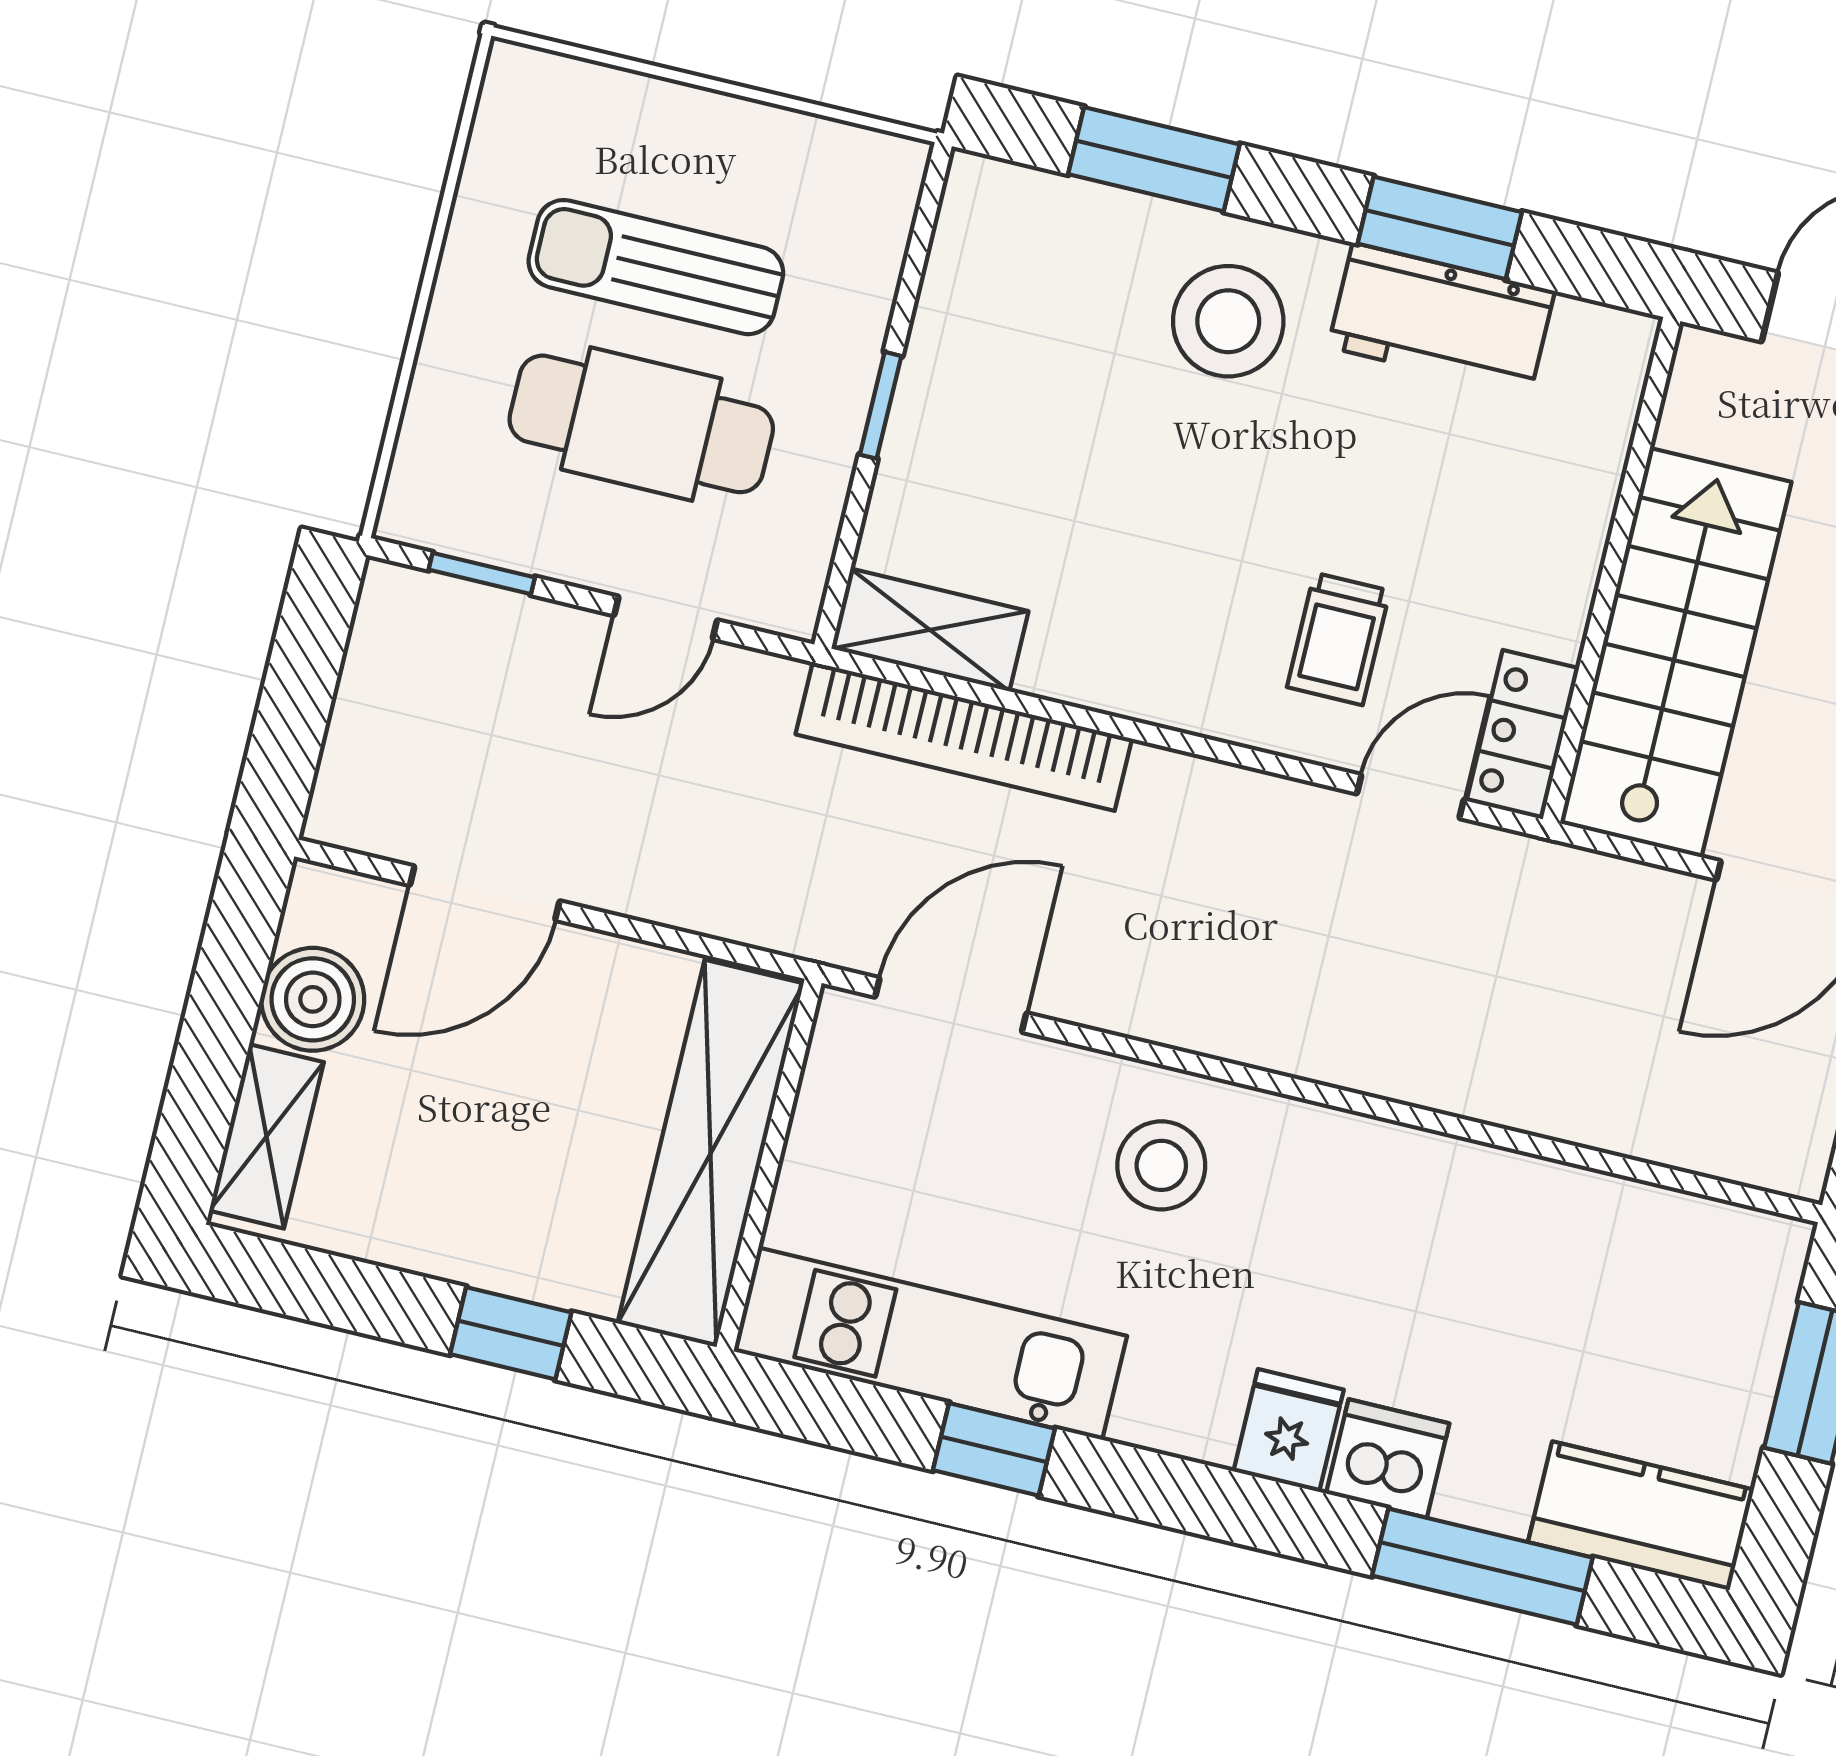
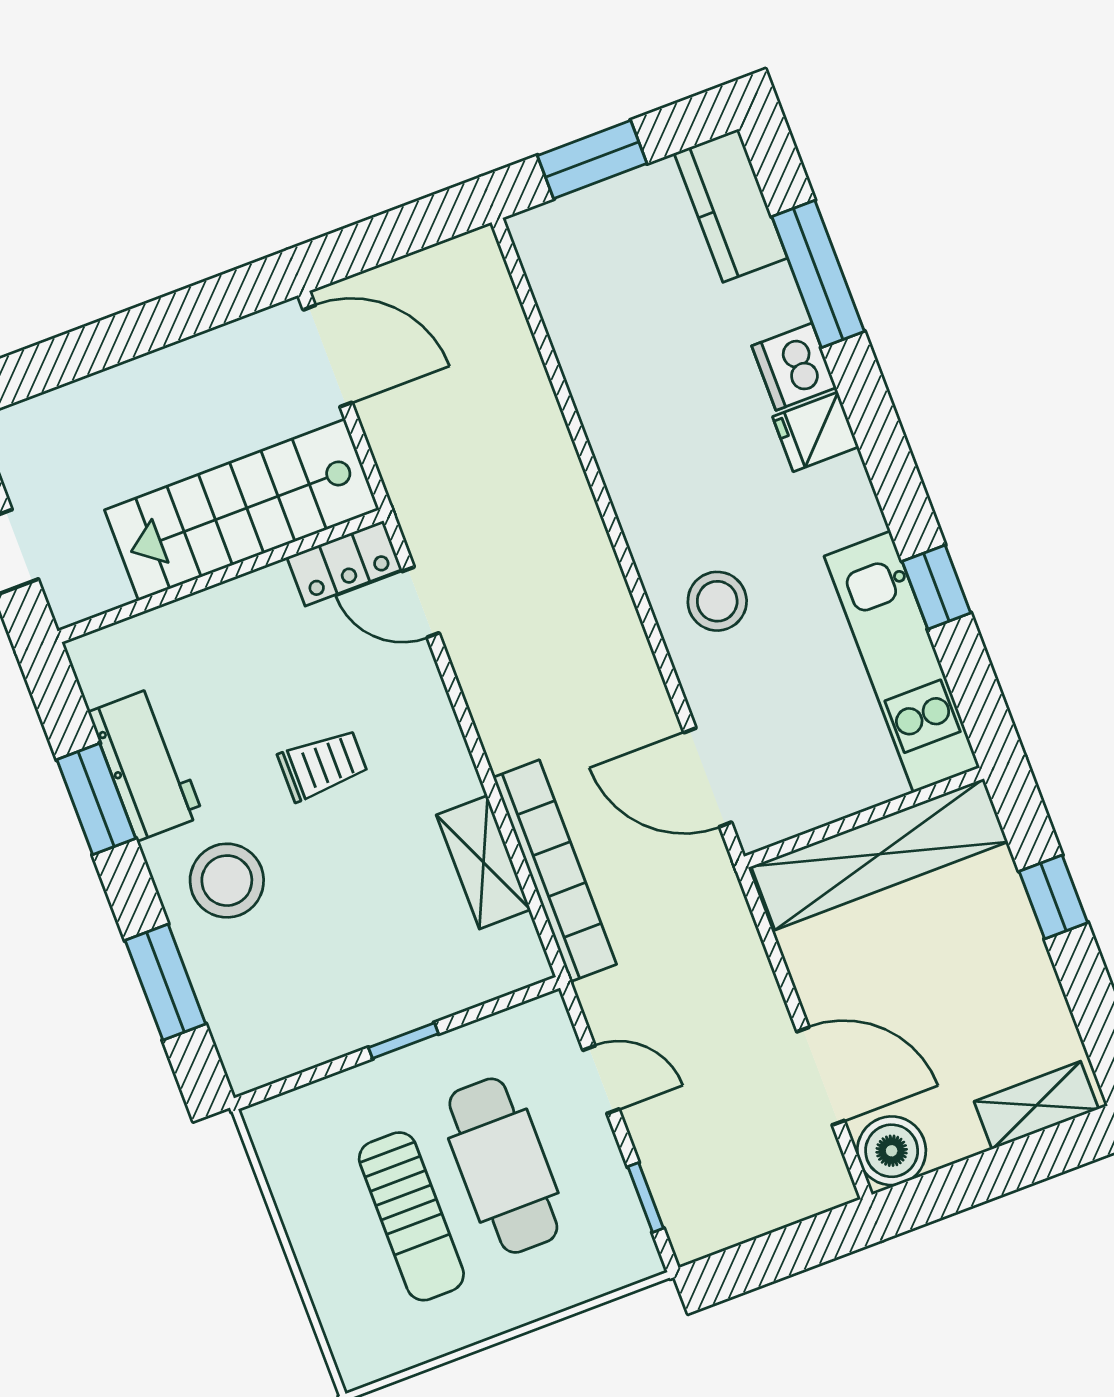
shelving: (930, 630) -> (483, 862), moved
trolley: (1338, 639) -> (323, 765), moved
boiler: (313, 999) -> (892, 1151), moved

